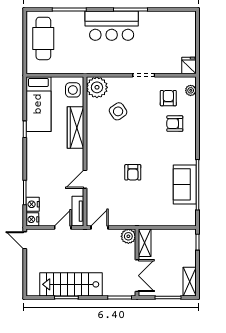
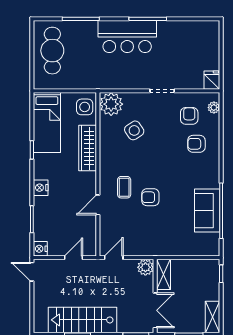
coffee table: (109, 163) -> (124, 187), added
armchair: (133, 172) -> (150, 197), turned 90
nightstand: (33, 204) -> (41, 188), moved
tv unit: (78, 211) -> (90, 240), removed

